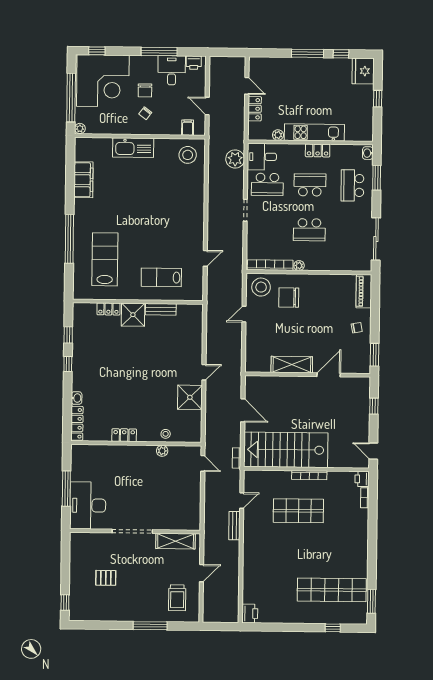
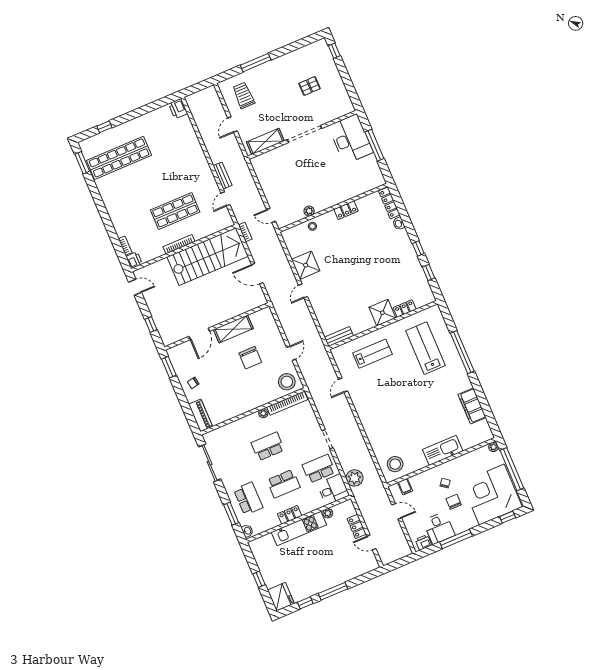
lab bench: (105, 259) -> (426, 348), turned 180
chair: (289, 298) -> (250, 358), moved, turned 90
bench: (161, 309) -> (339, 337), moved

